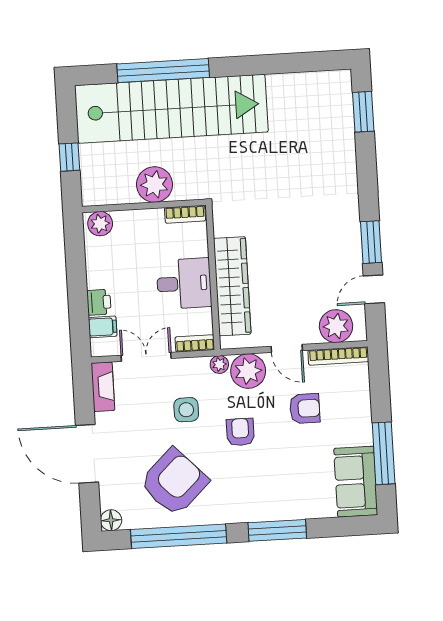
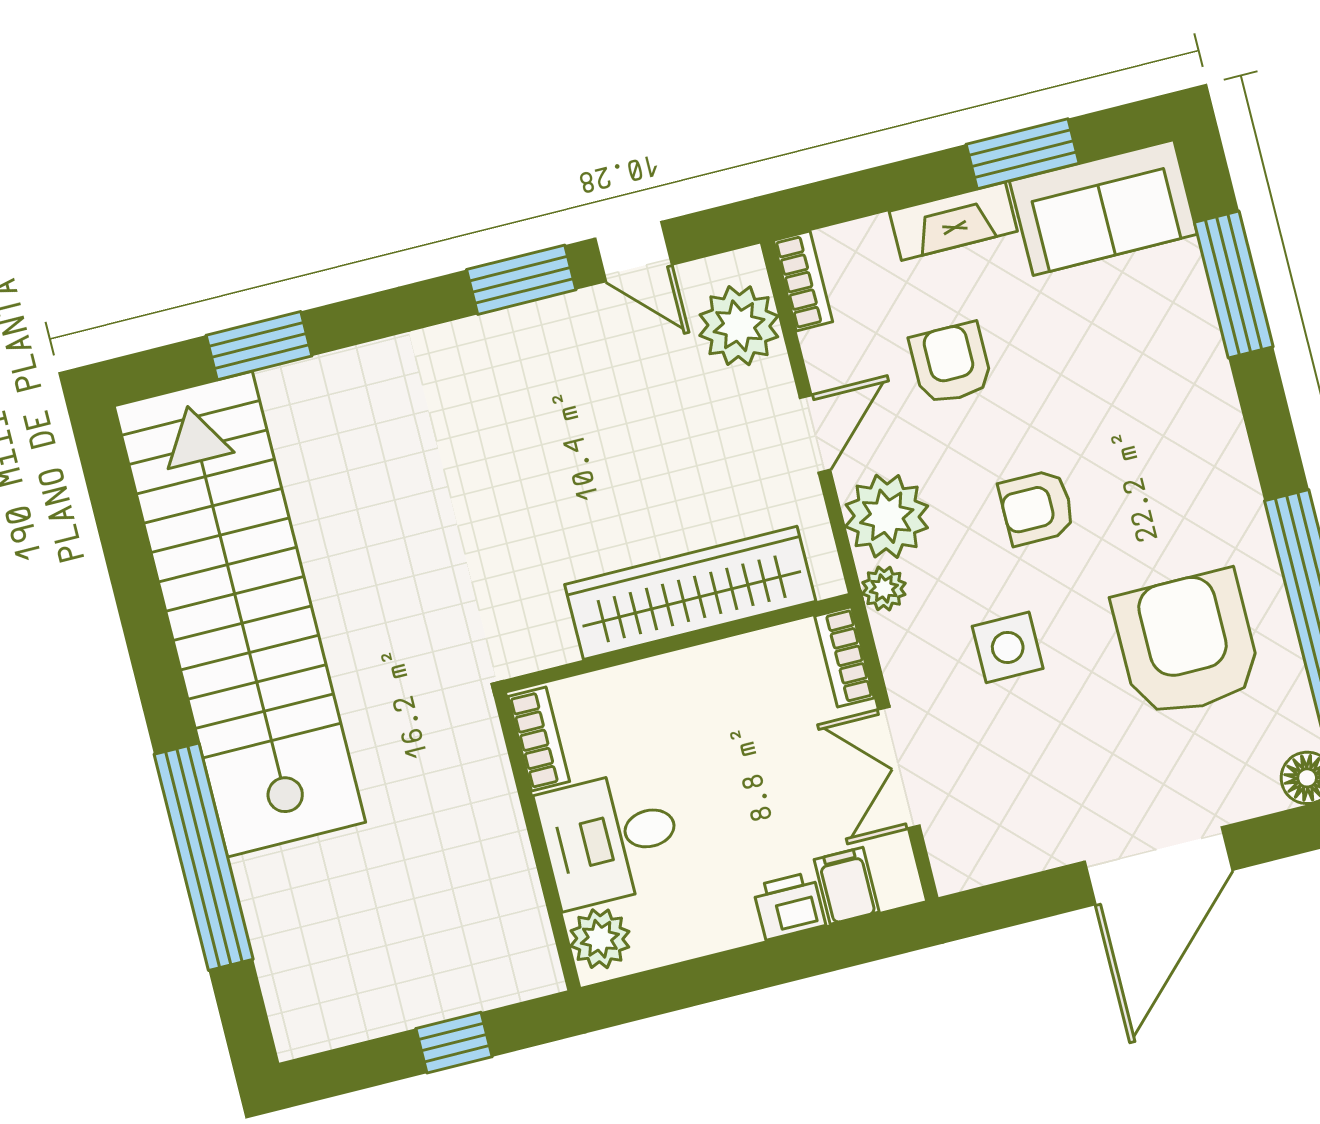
stairs: (171, 109) -> (240, 614), moved
window: (363, 112) -> (259, 346), moved
plant: (154, 185) -> (481, 826), removed
desk: (184, 284) -> (610, 838), moved, turned -90
bookcase: (338, 356) -> (803, 281), width x0.64
fireplace: (103, 387) -> (953, 221), moved, turned 180
window: (384, 453) -> (1023, 154), width x0.69
armchair: (174, 482) -> (1187, 644), turned 44
window: (277, 530) -> (1234, 285), moved

